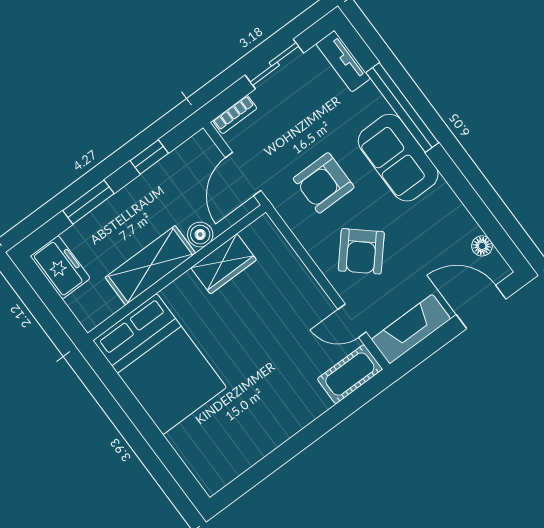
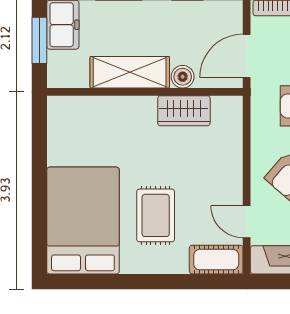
window: (50, 297) -> (39, 40), added
bed: (160, 364) -> (83, 221), moved, turned 180
rug: (267, 375) -> (156, 215), added

